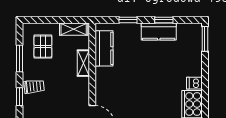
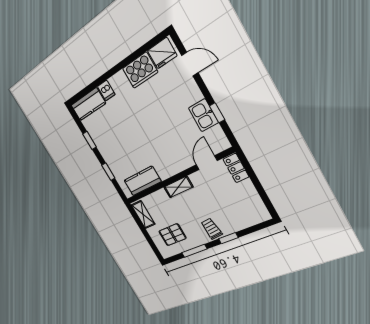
kitchen counter: (159, 31) -> (88, 104), moved, turned 90
window: (205, 39) -> (81, 94), removed
shelving: (83, 63) -> (178, 187), moved
dishwasher: (194, 83) -> (106, 90), moved

